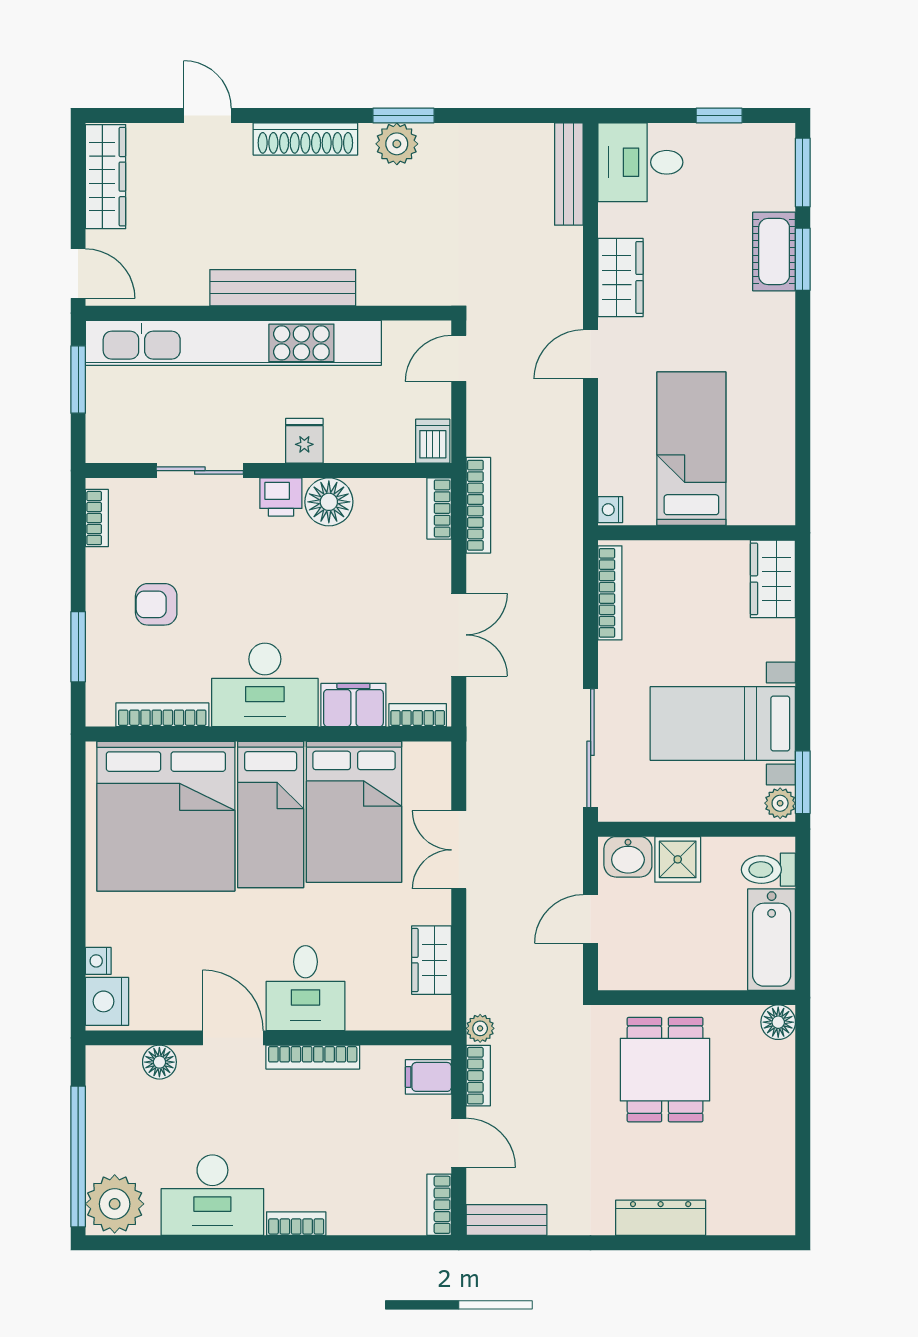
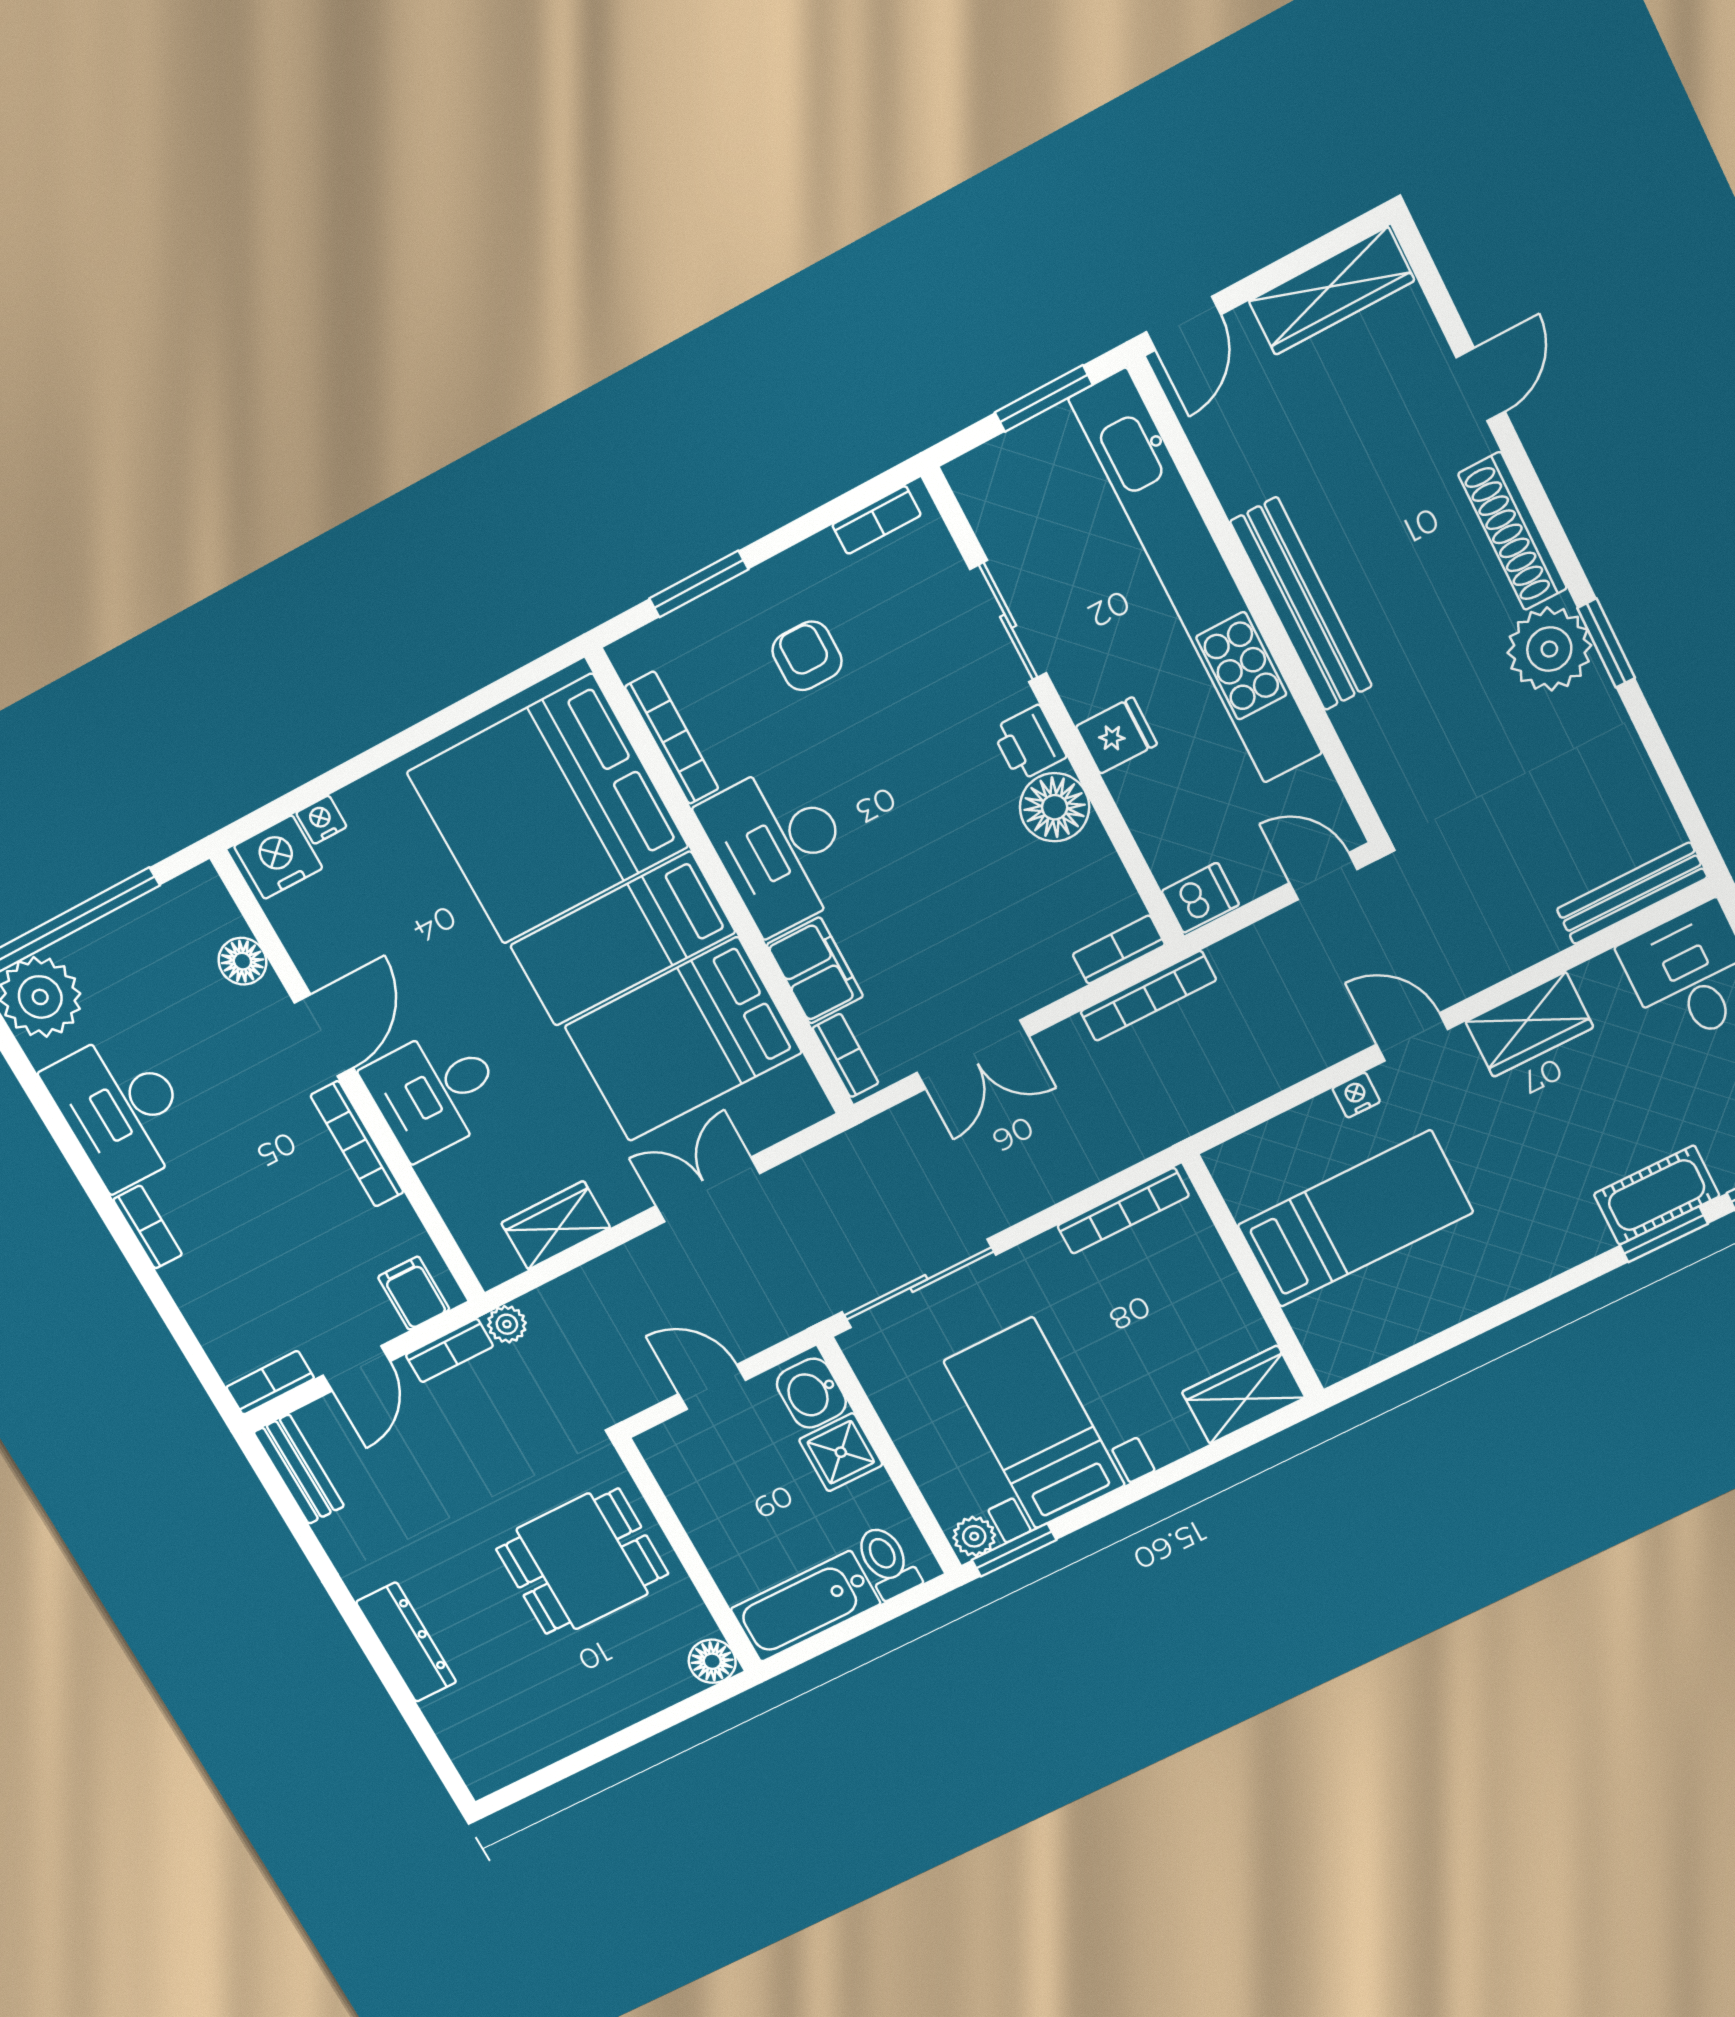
plant: (397, 144) -> (1549, 649), width x1.36, depth x1.36
nightstand: (610, 510) -> (1356, 1095), moved

